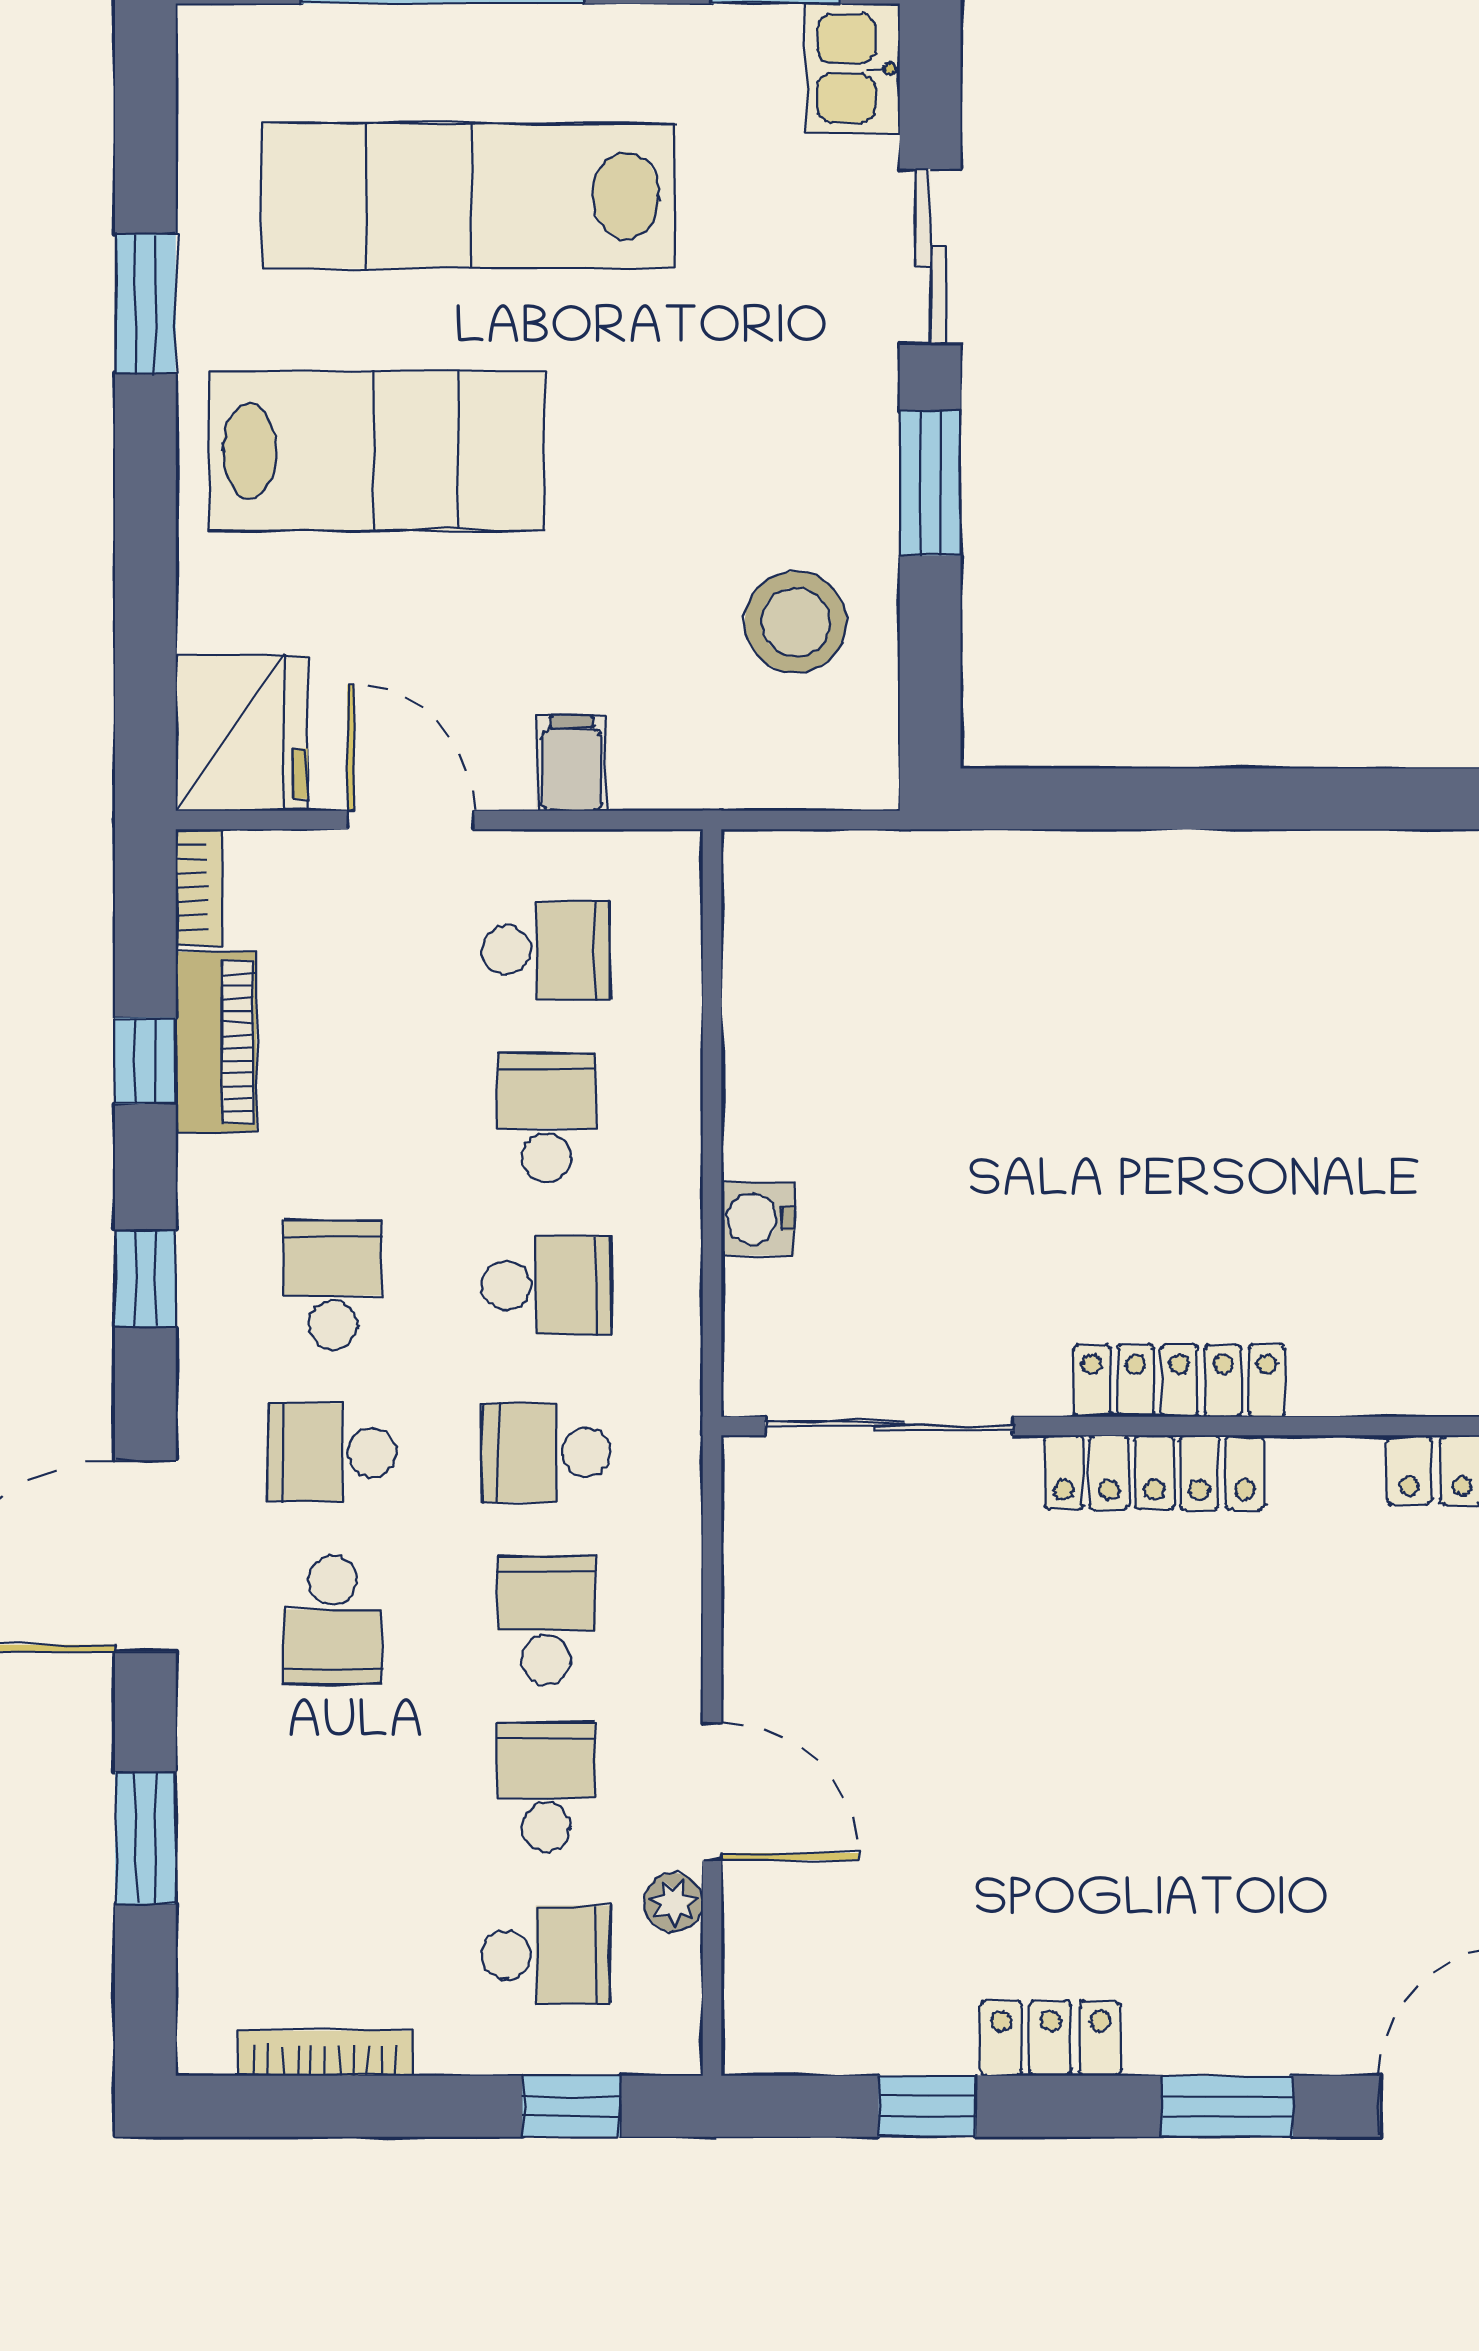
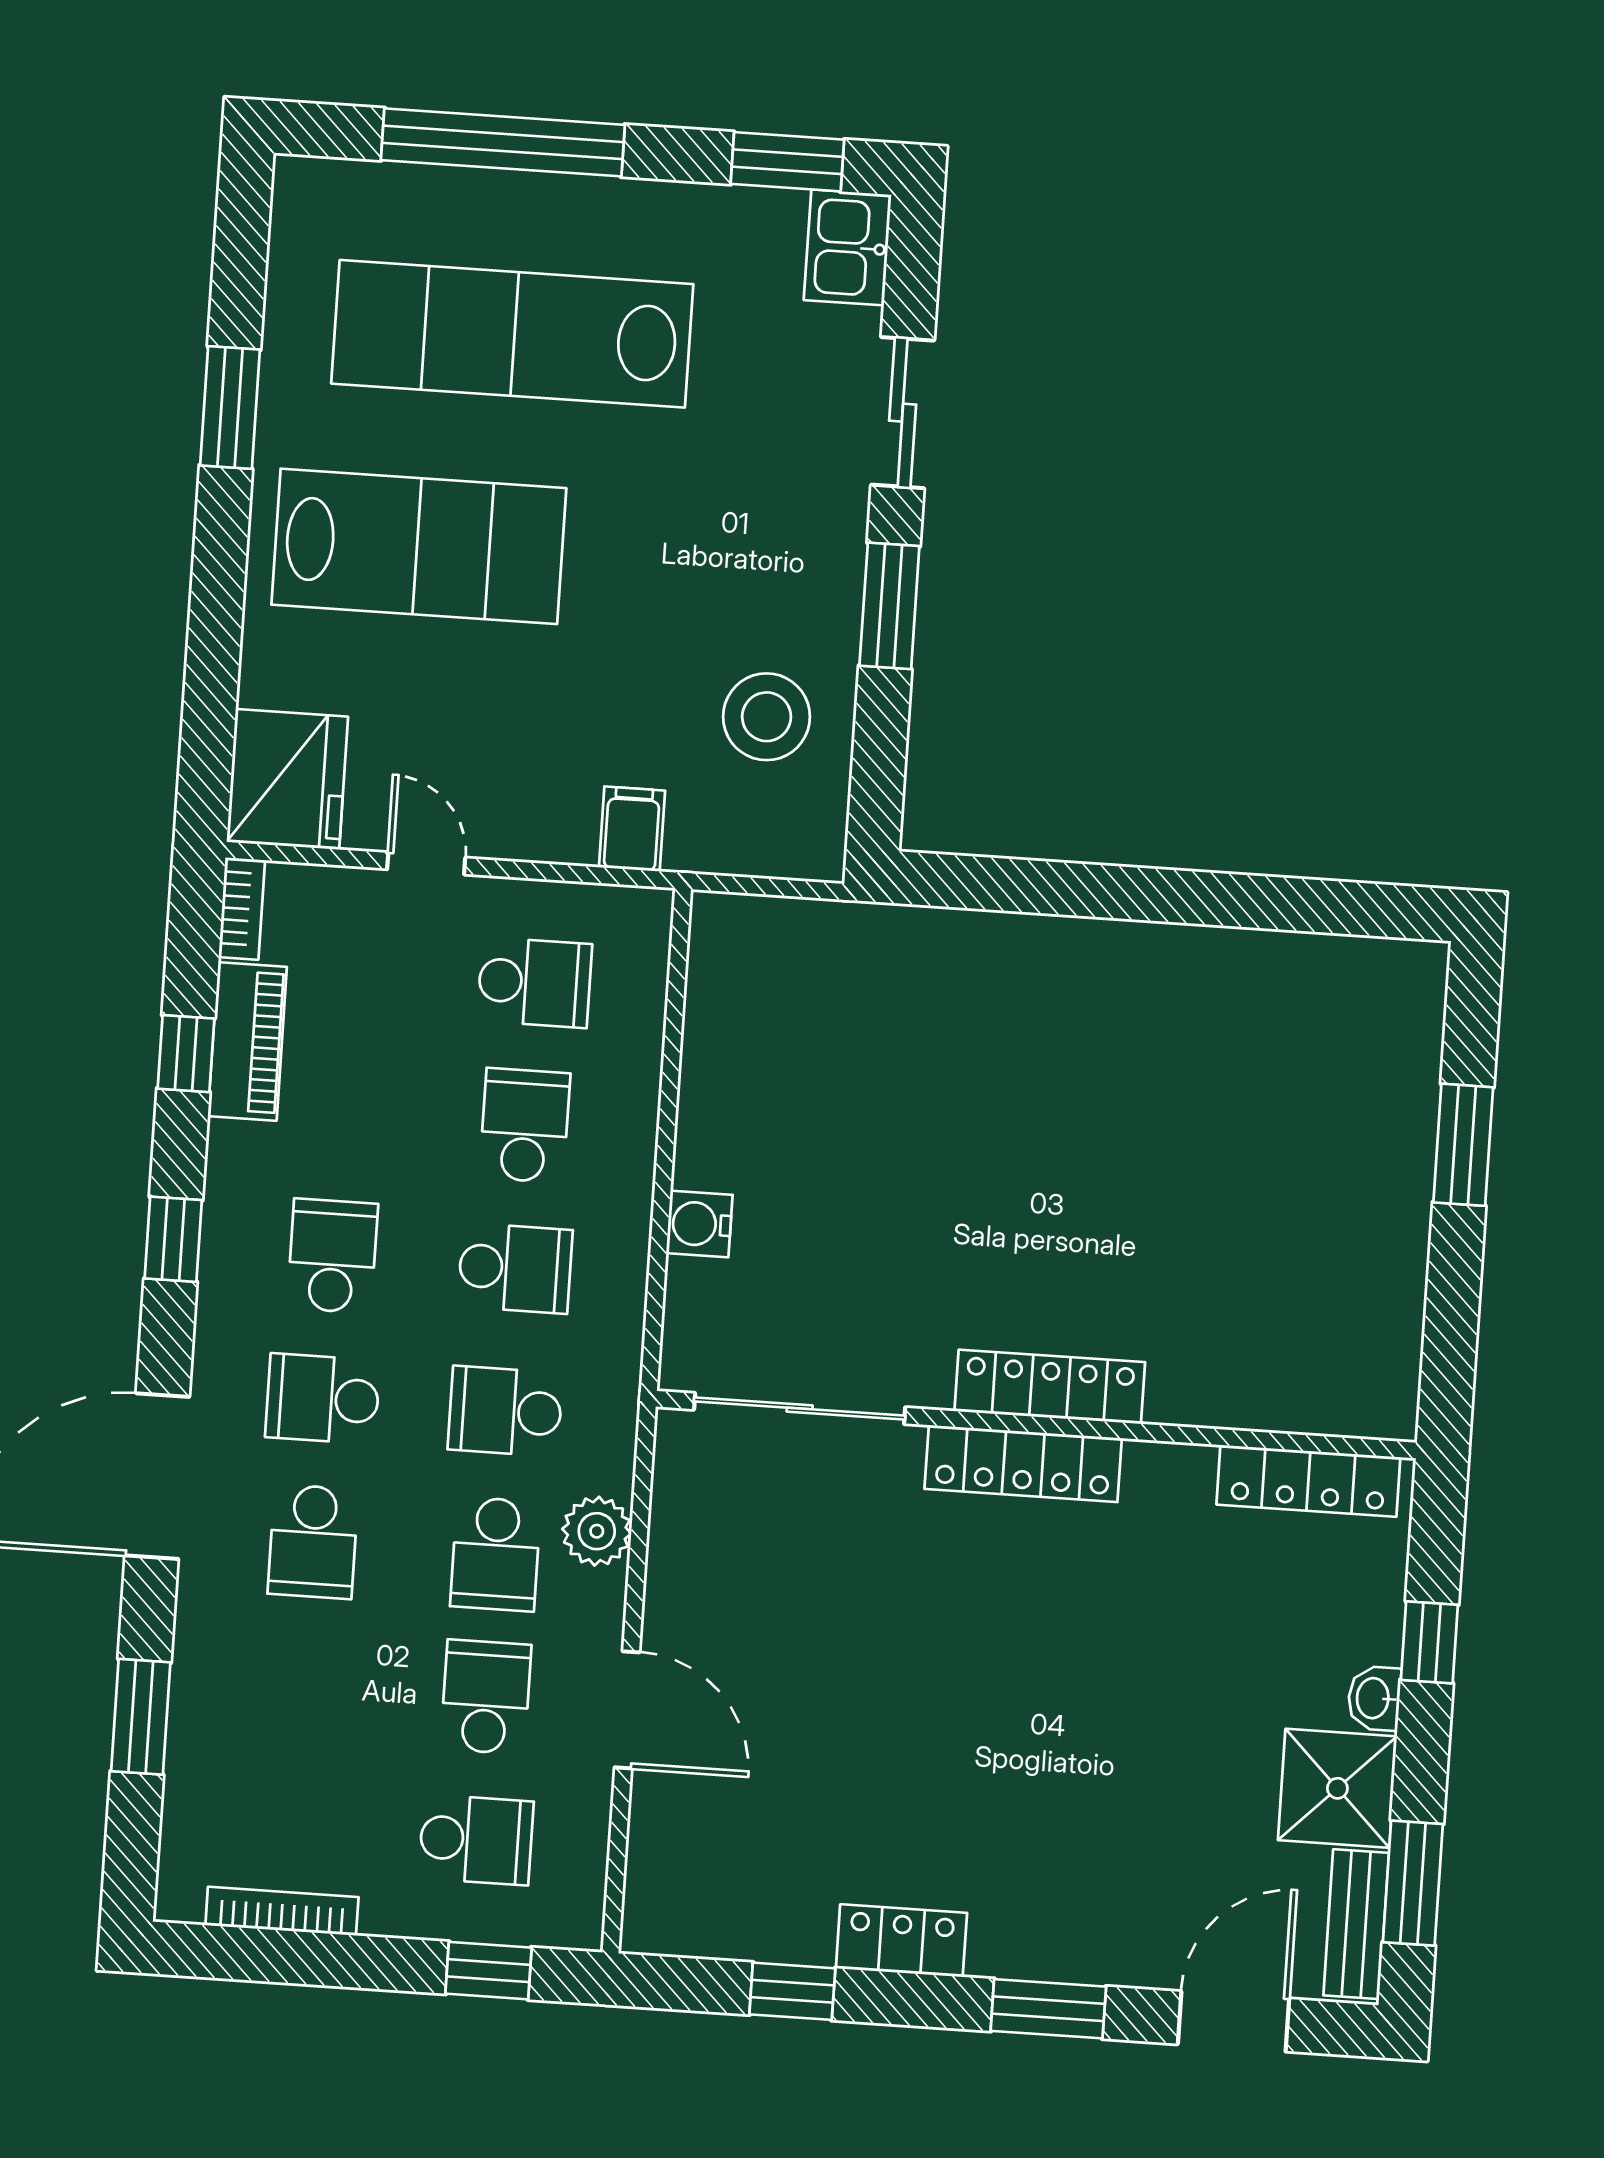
filing cabinet: (571, 764) -> (632, 829), moved
door: (410, 820) -> (426, 863), width x0.73
school desk: (546, 1620) -> (496, 1554), turned 180
plant: (674, 1902) -> (597, 1531), moved, width x1.38, depth x1.38

